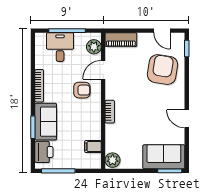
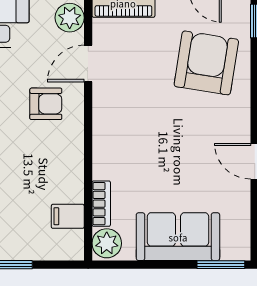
bookcase: (110, 112) -> (101, 204), moved
sofa: (164, 157) -> (178, 237), moved

